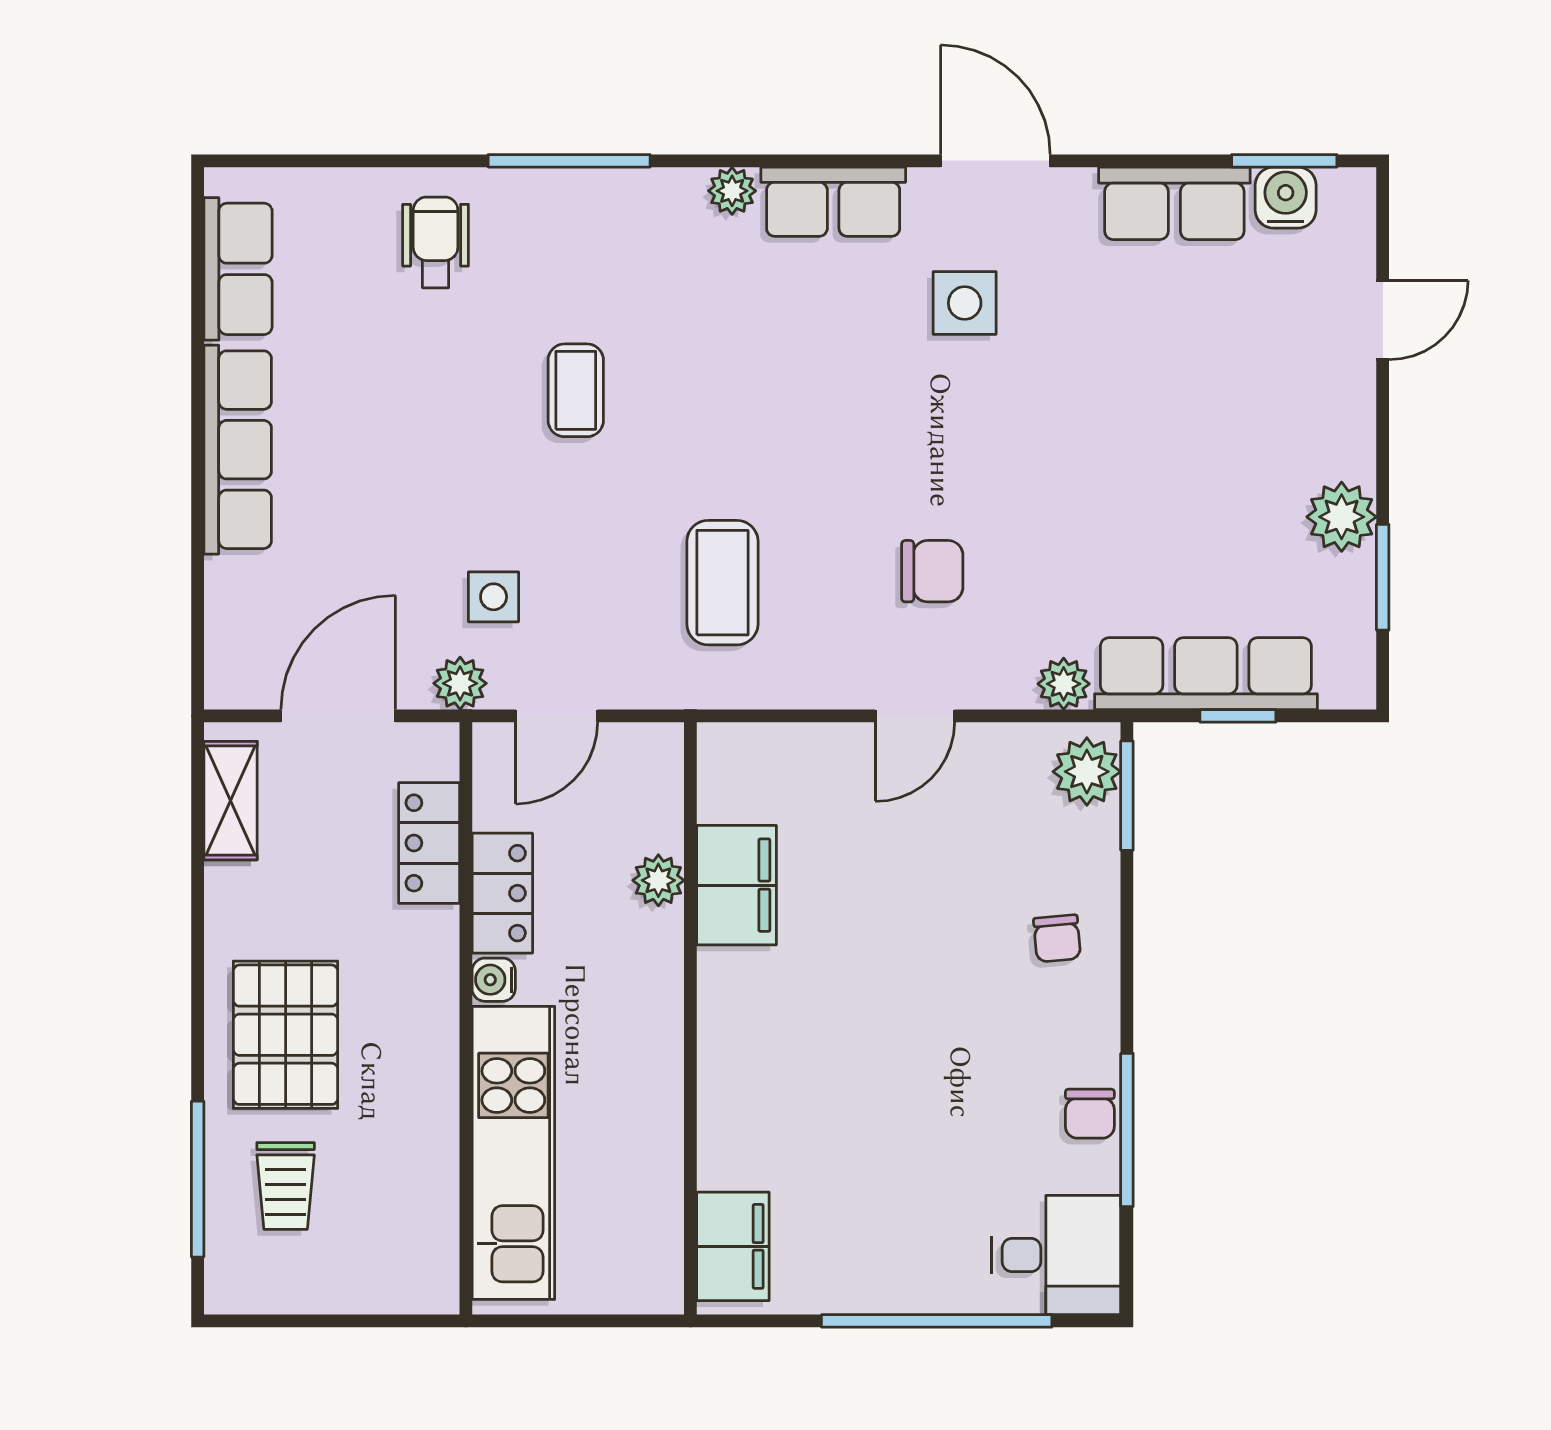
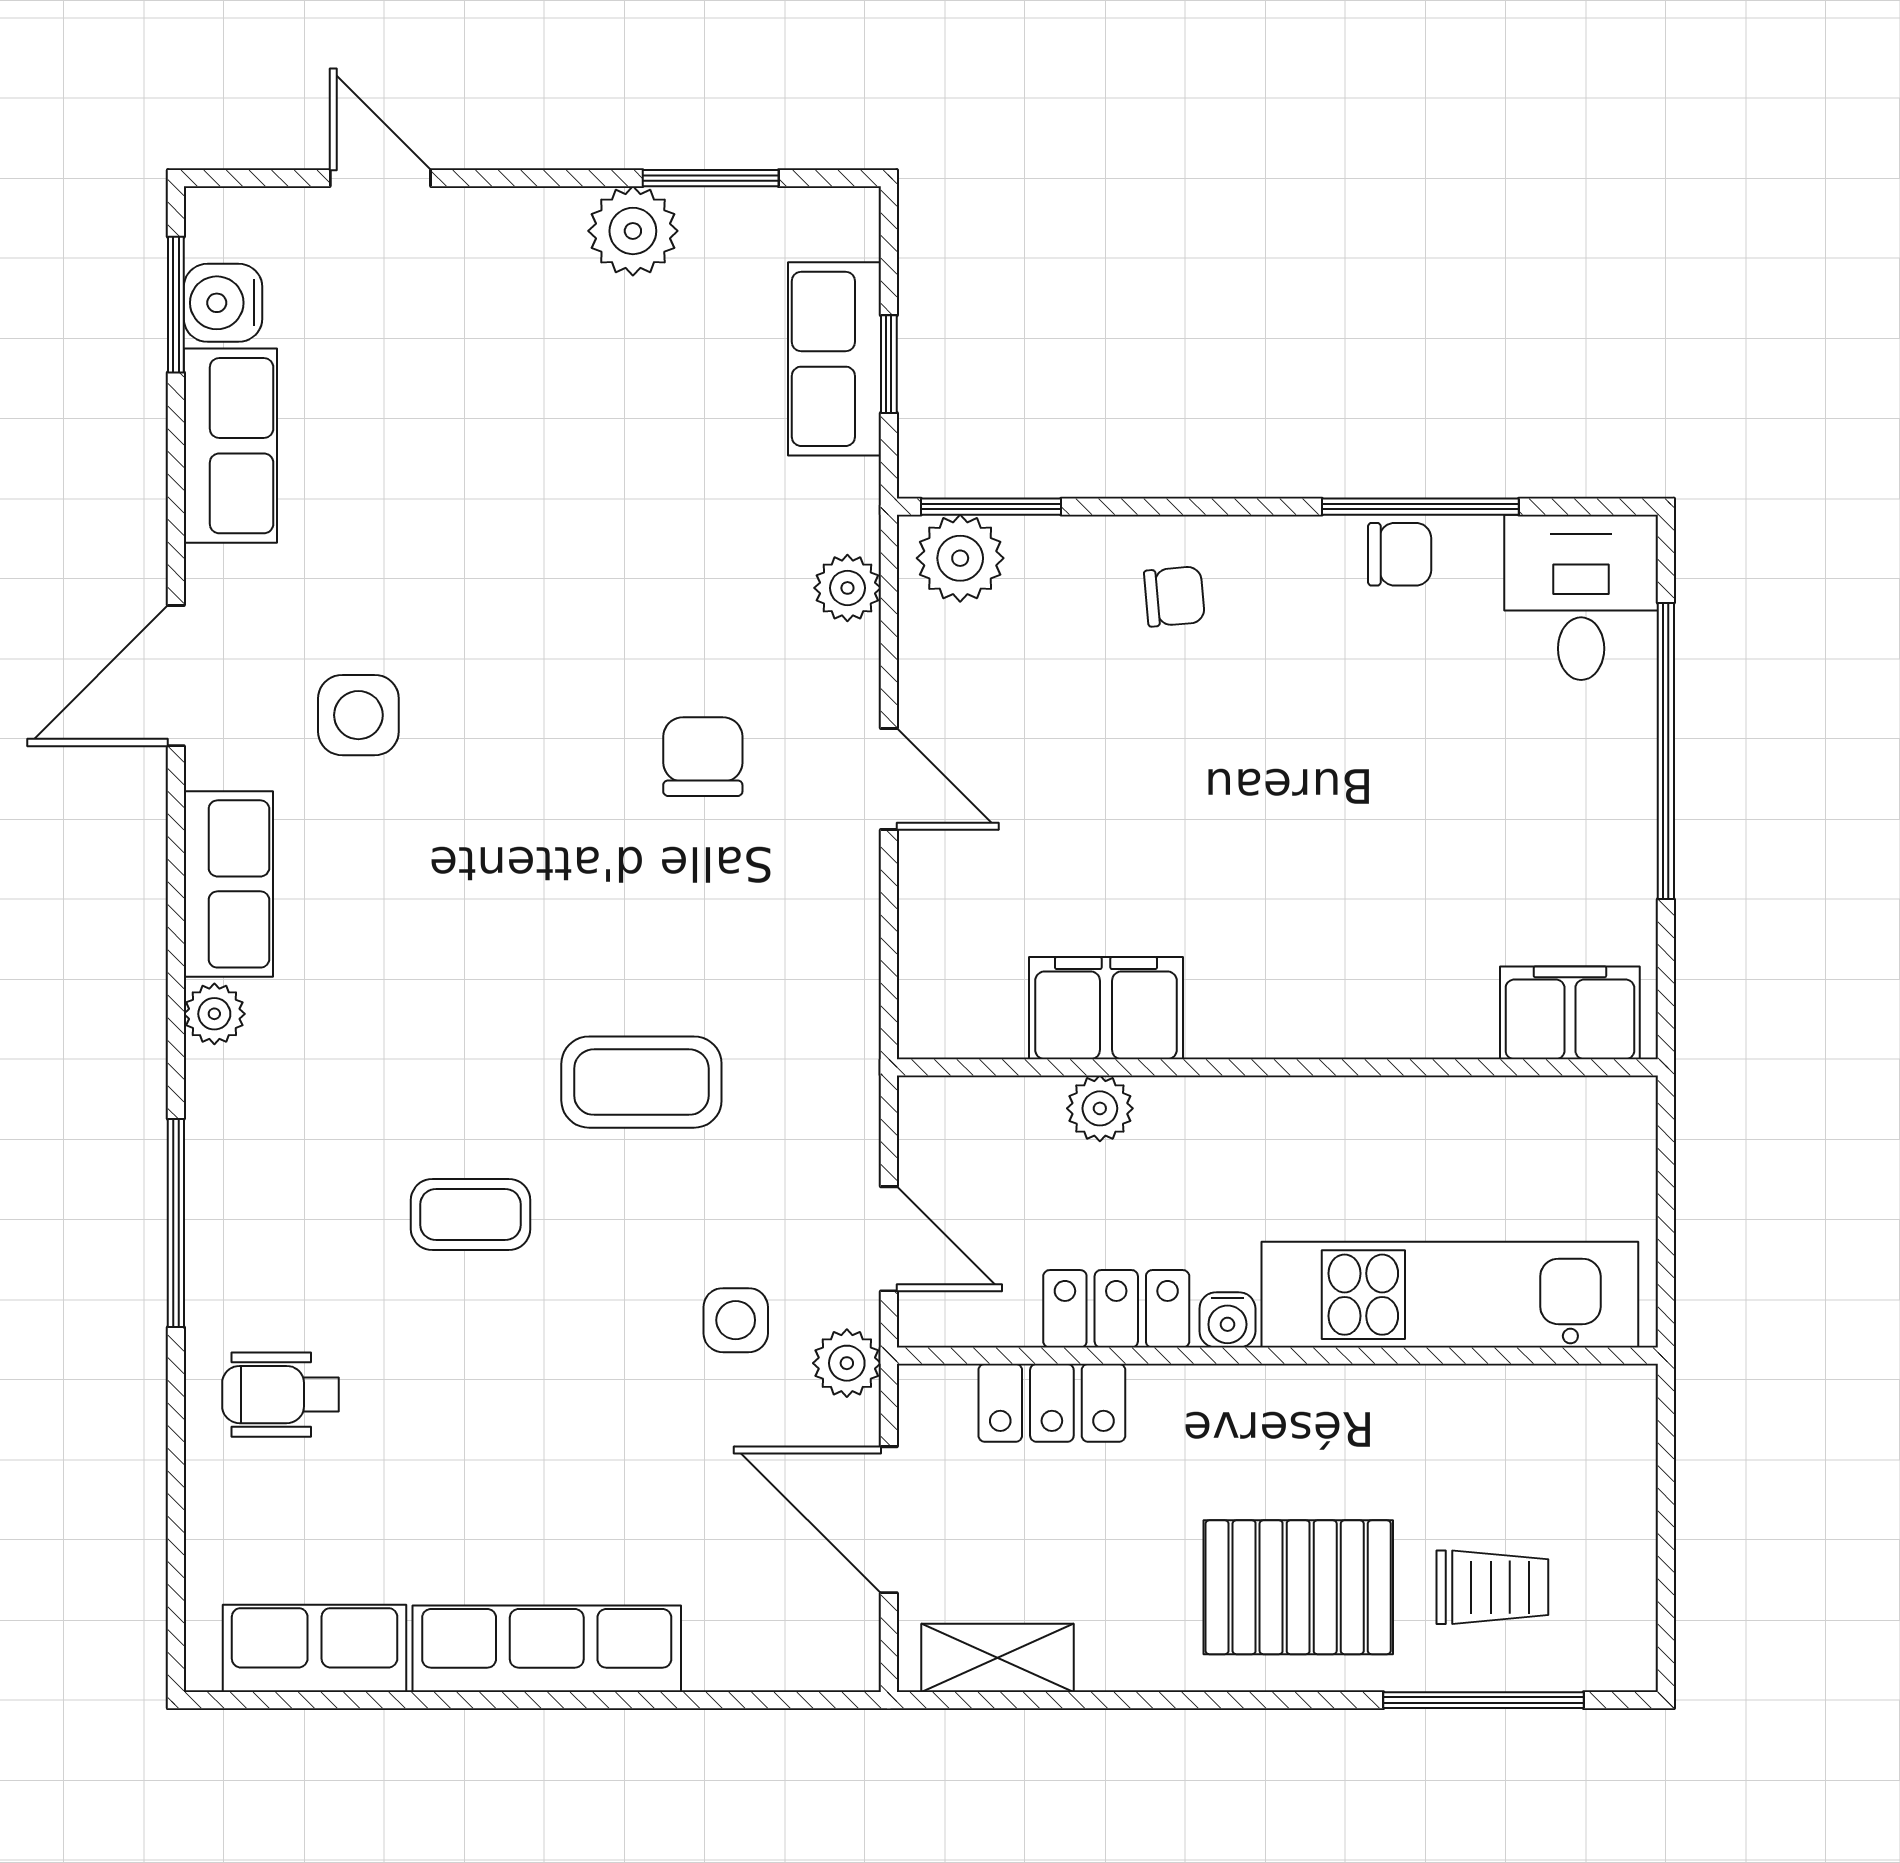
coffee table: (722, 583) -> (641, 1082), moved
row of seats: (1206, 674) -> (834, 359), width x0.68

